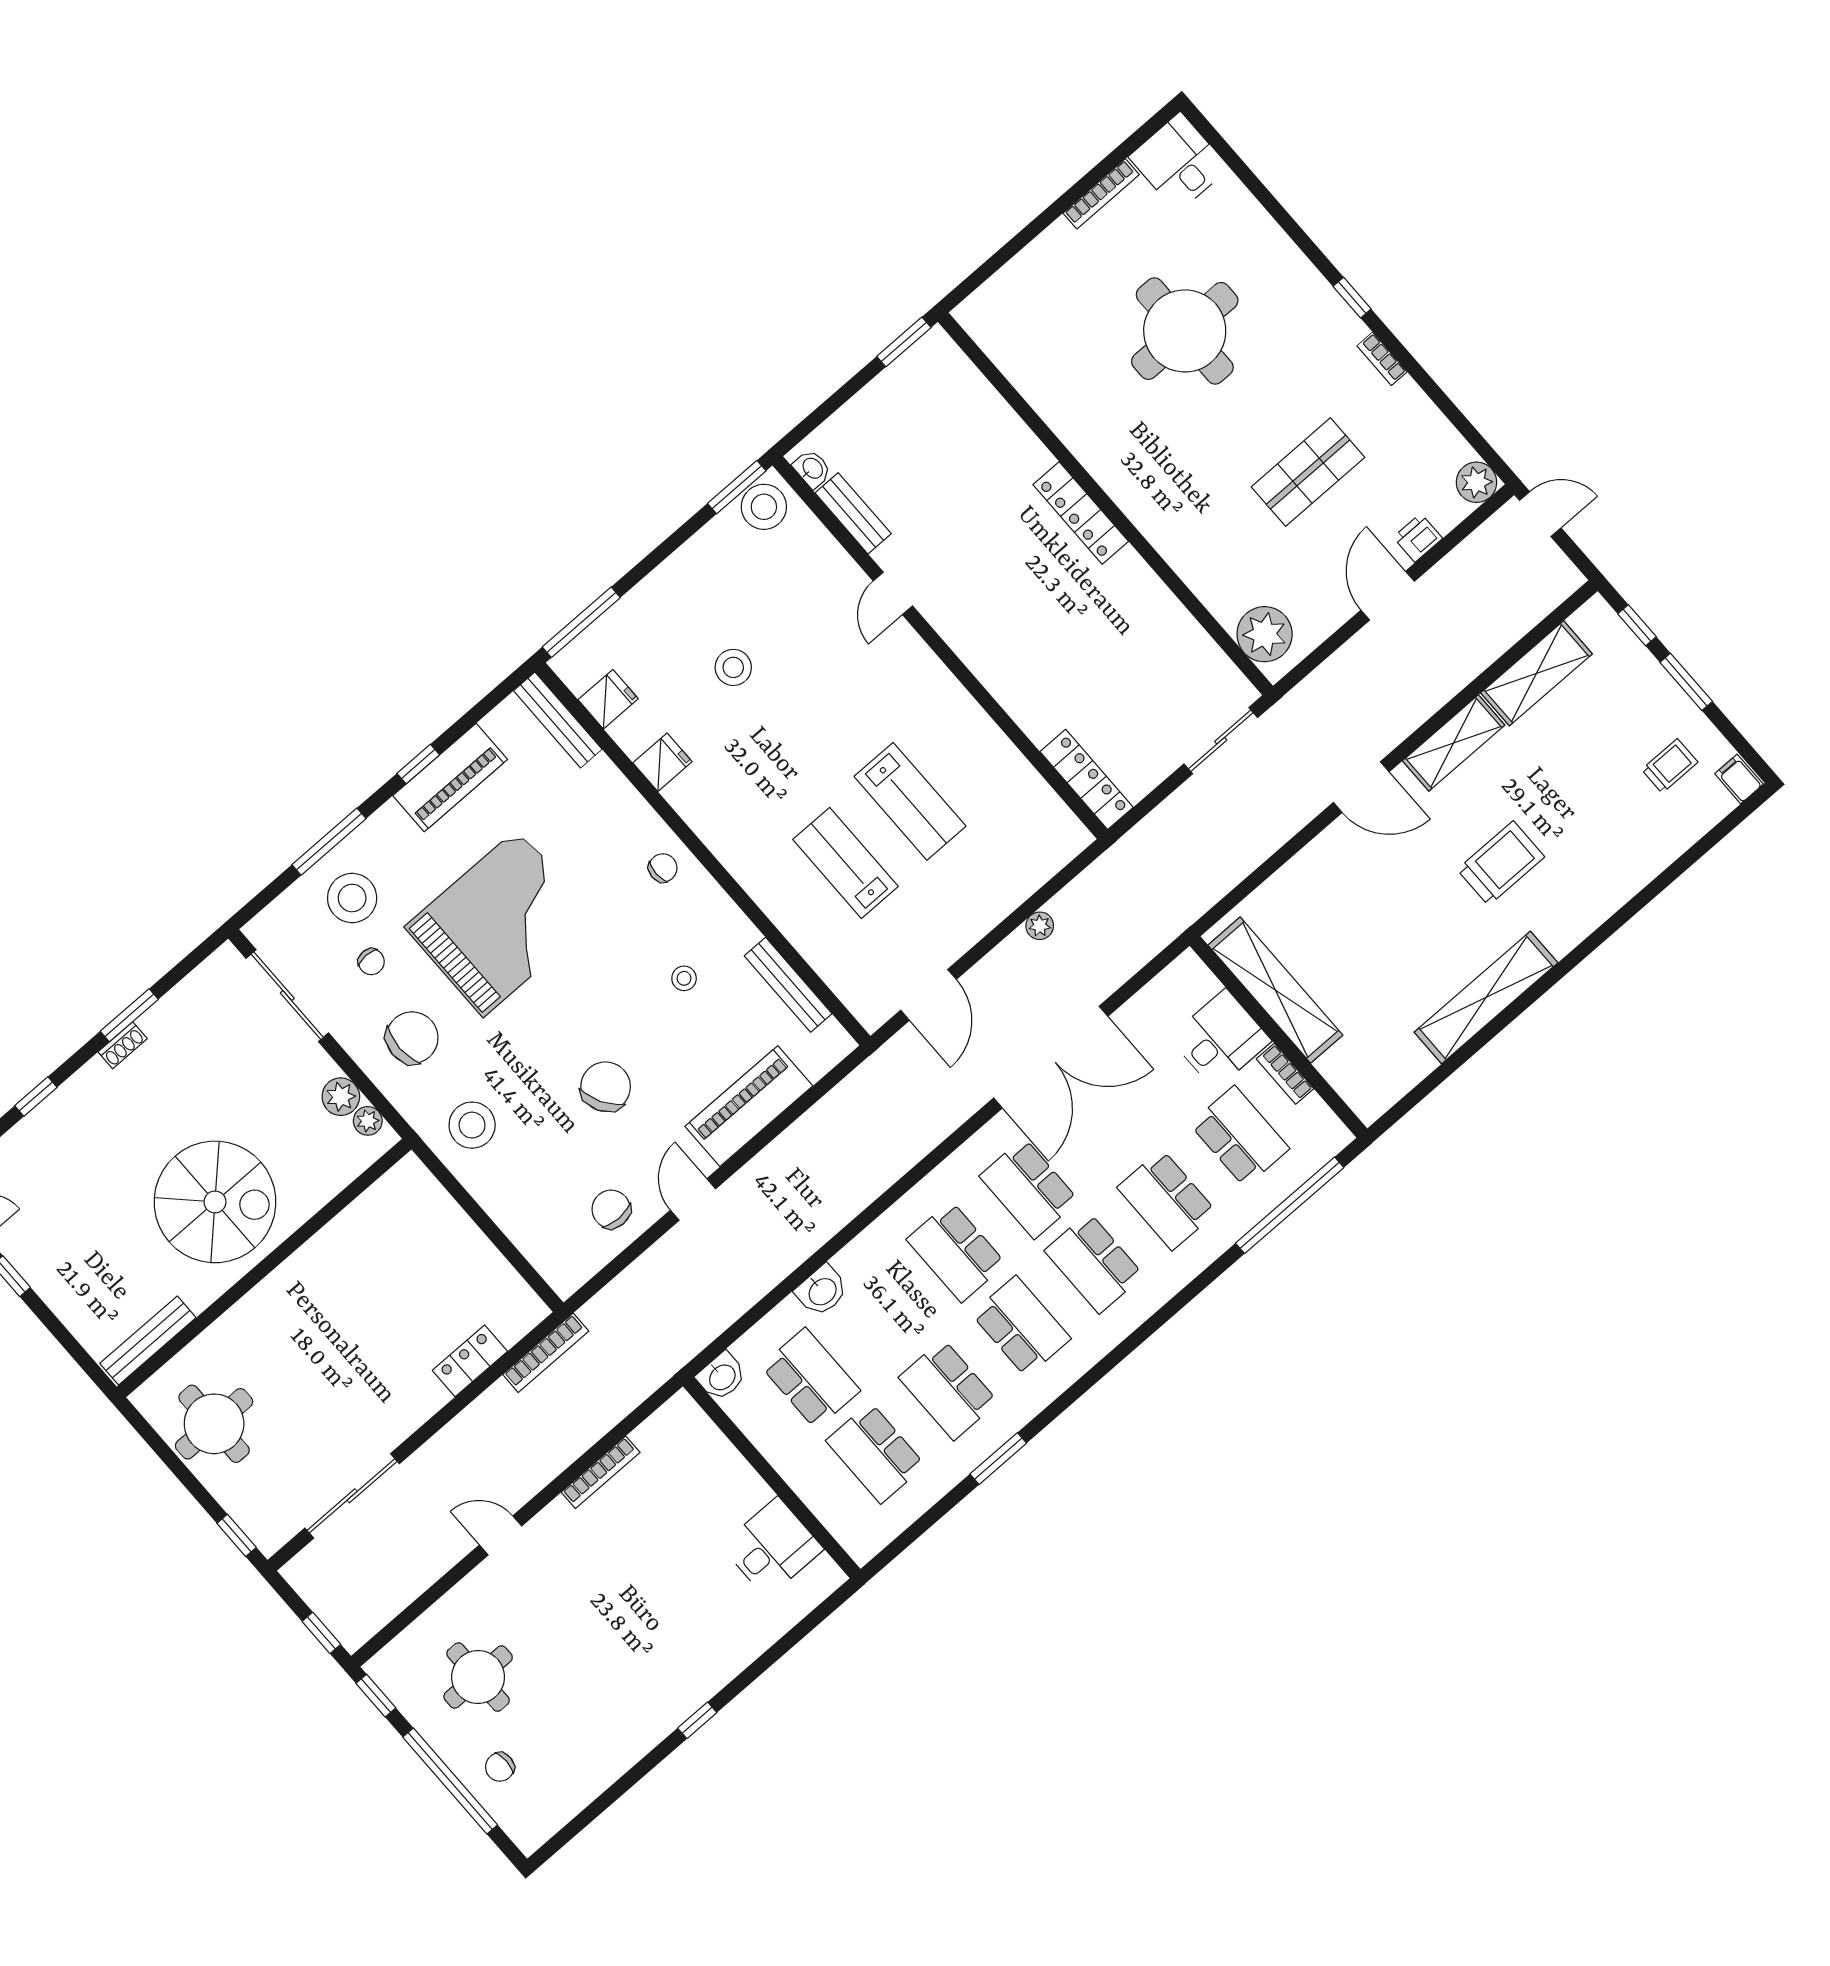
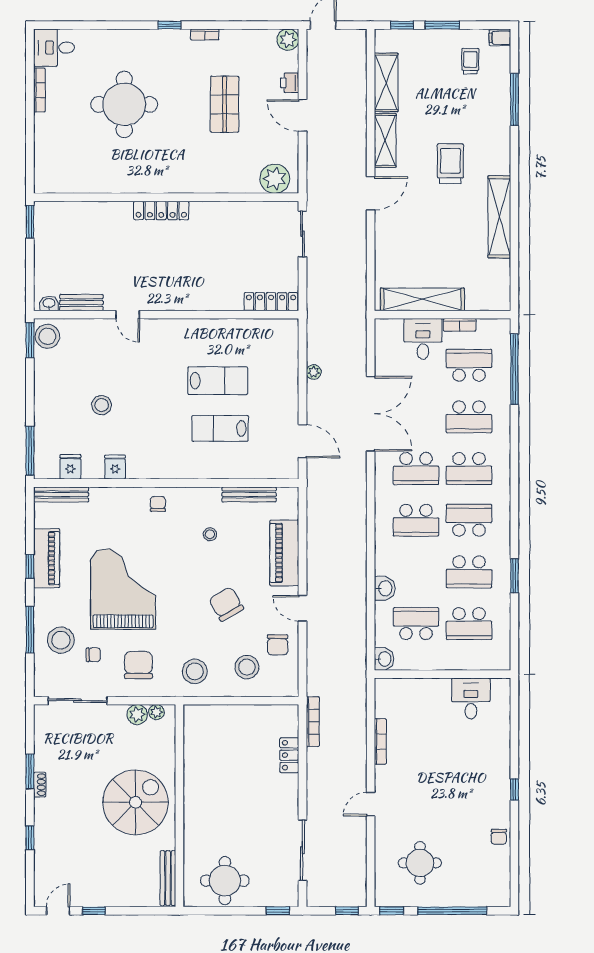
window: (1670, 875) -> (514, 100), added
stool: (542, 1193) -> (247, 667), added
chair: (611, 1209) -> (278, 645), turned -90
chair: (500, 1767) -> (499, 837), moved

